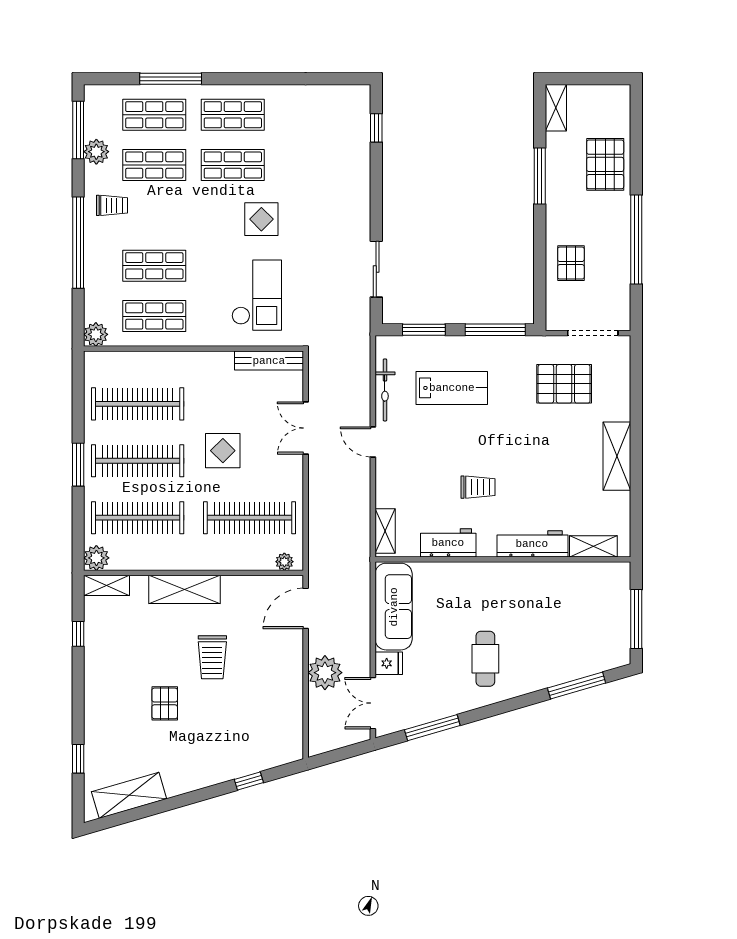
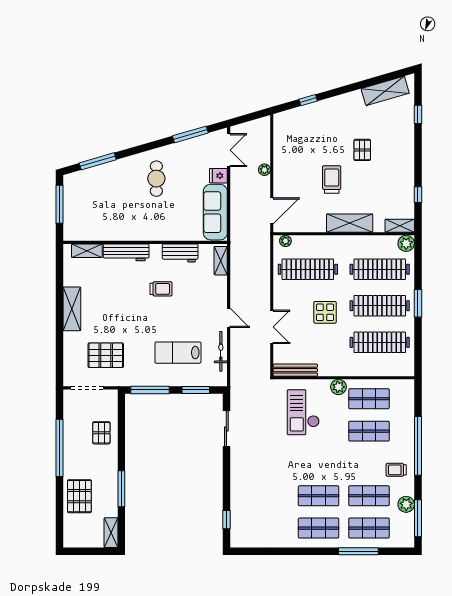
display table: (261, 219) -> (300, 461), removed
plant: (96, 334) -> (338, 387), moved
trolley: (478, 487) -> (161, 289), turned 180
plant: (325, 673) -> (264, 170), width x0.53, depth x0.53

